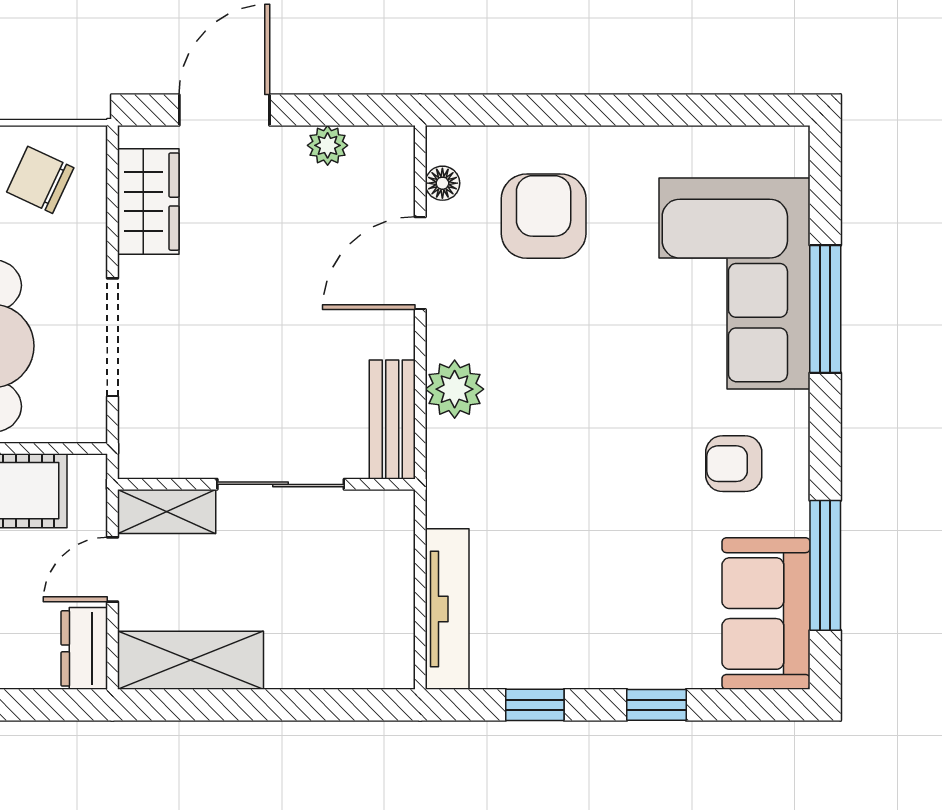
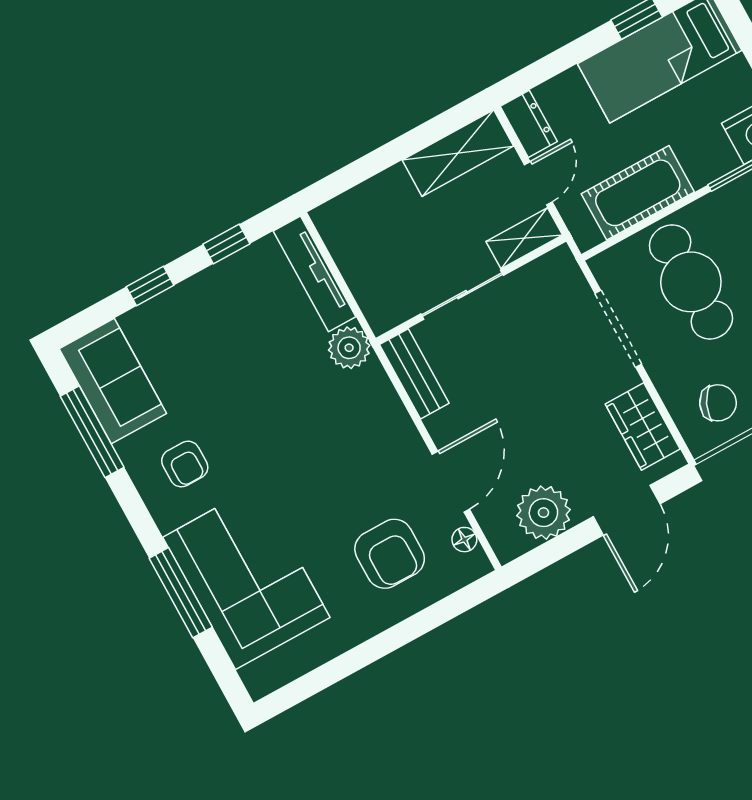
plant: (328, 145) -> (543, 513), width x1.88, depth x1.88
plant: (455, 389) -> (349, 348), moved
armchair: (734, 464) -> (185, 464), turned 90

